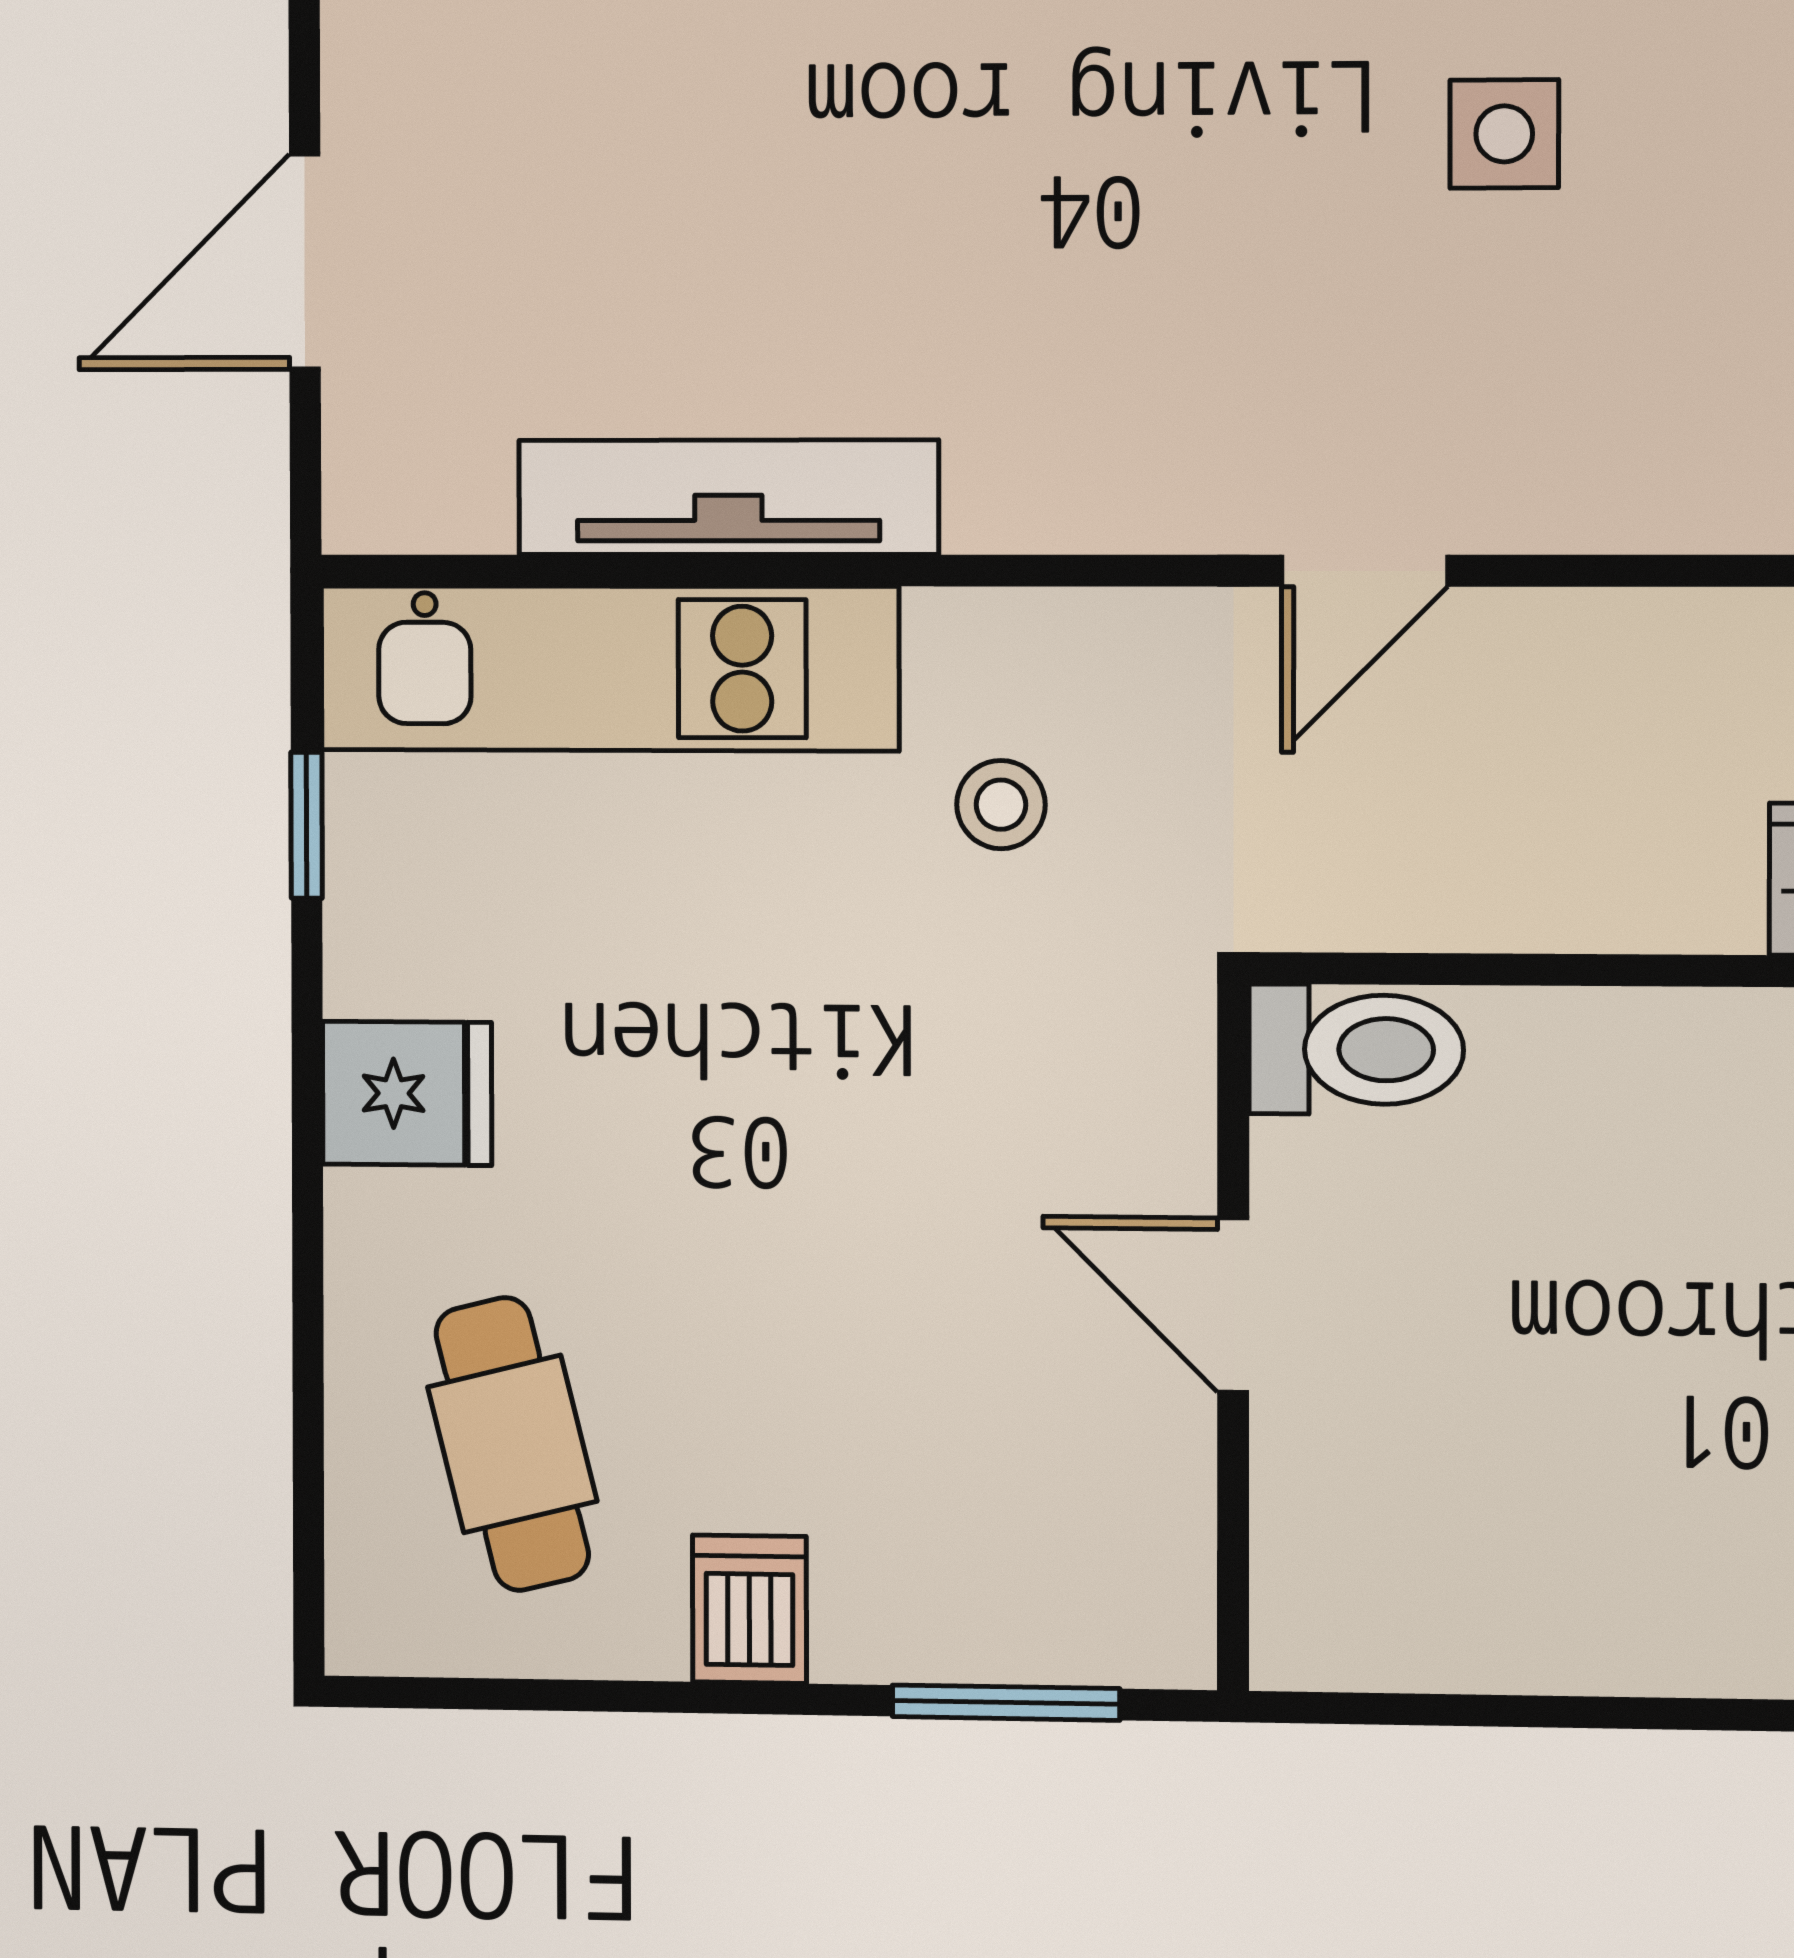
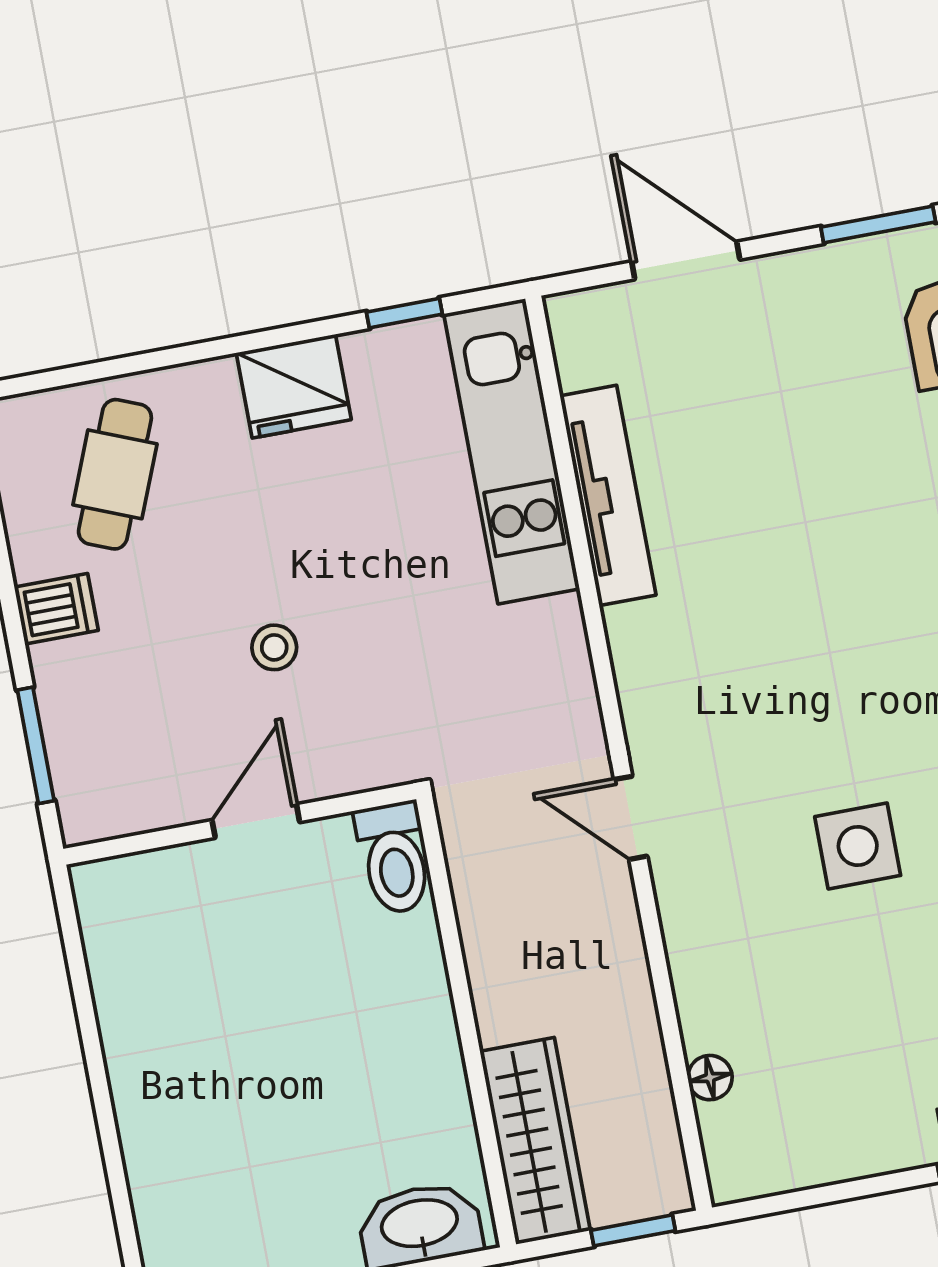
side table: (1504, 134) -> (858, 846), width x1.37, depth x1.37
stool: (1001, 805) -> (274, 647), moved
fridge: (407, 1093) -> (294, 386), width x1.38
cafe table: (512, 1444) -> (115, 474), turned -54

